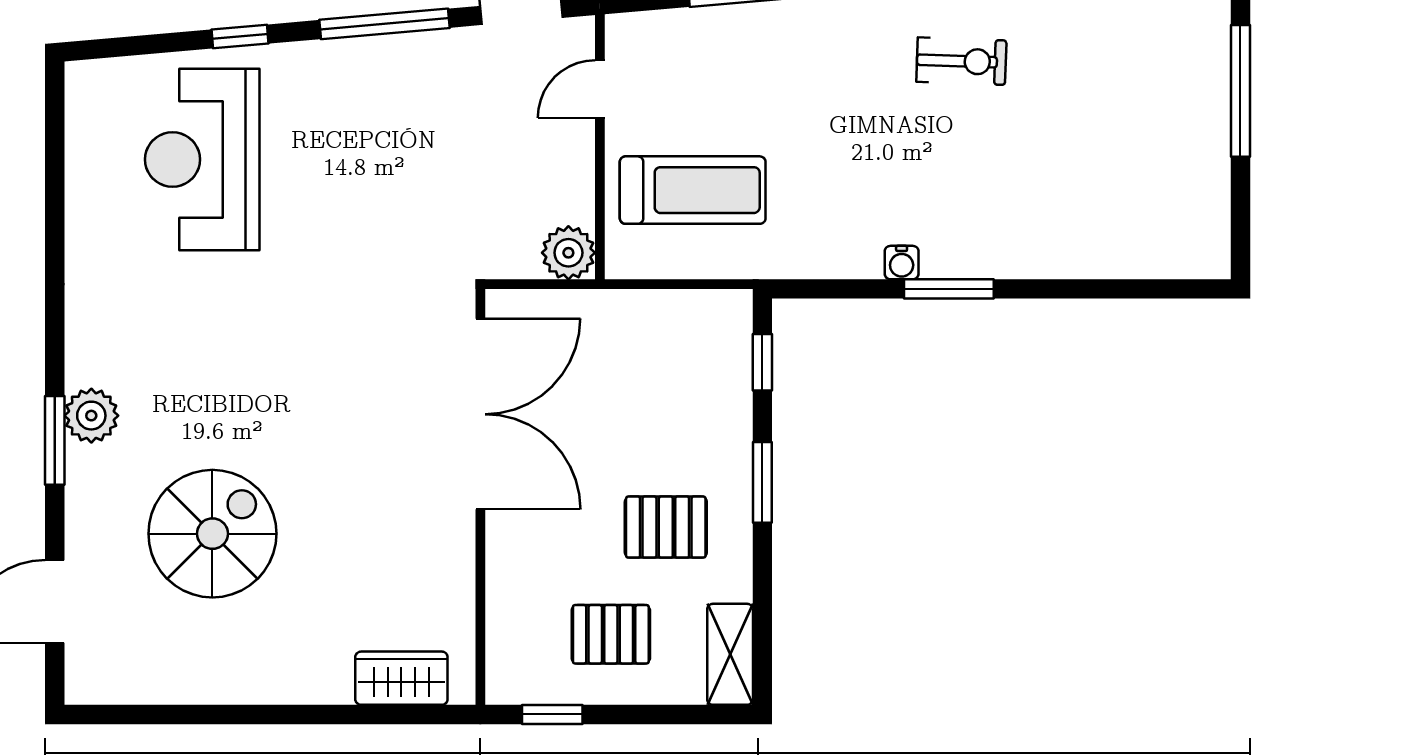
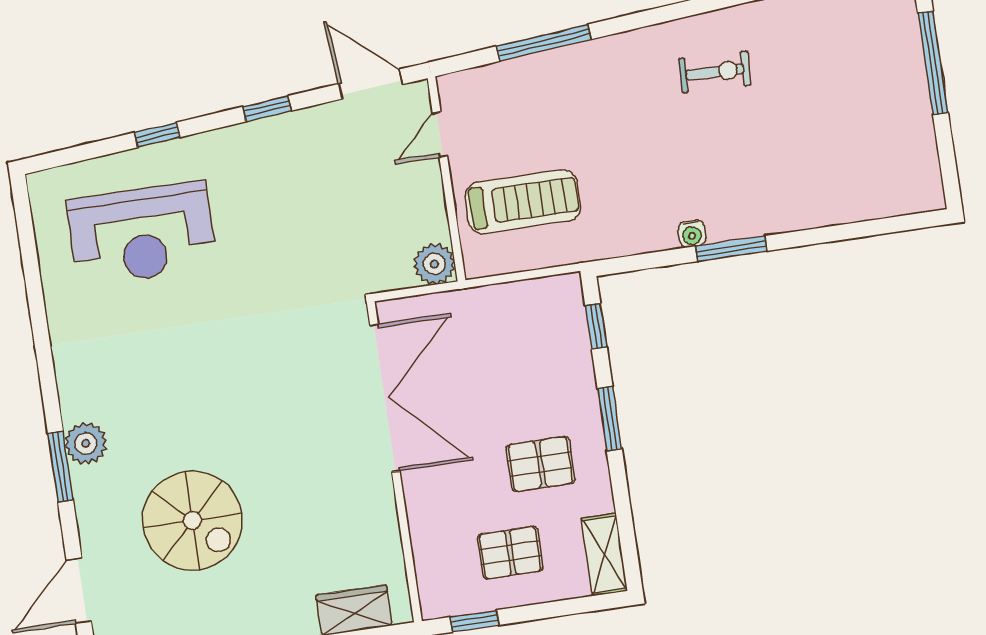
window: (385, 24) -> (267, 109), width x0.46
reception desk: (202, 159) -> (142, 234), turned -90
spiral stairs: (212, 534) -> (192, 521), turned 90

